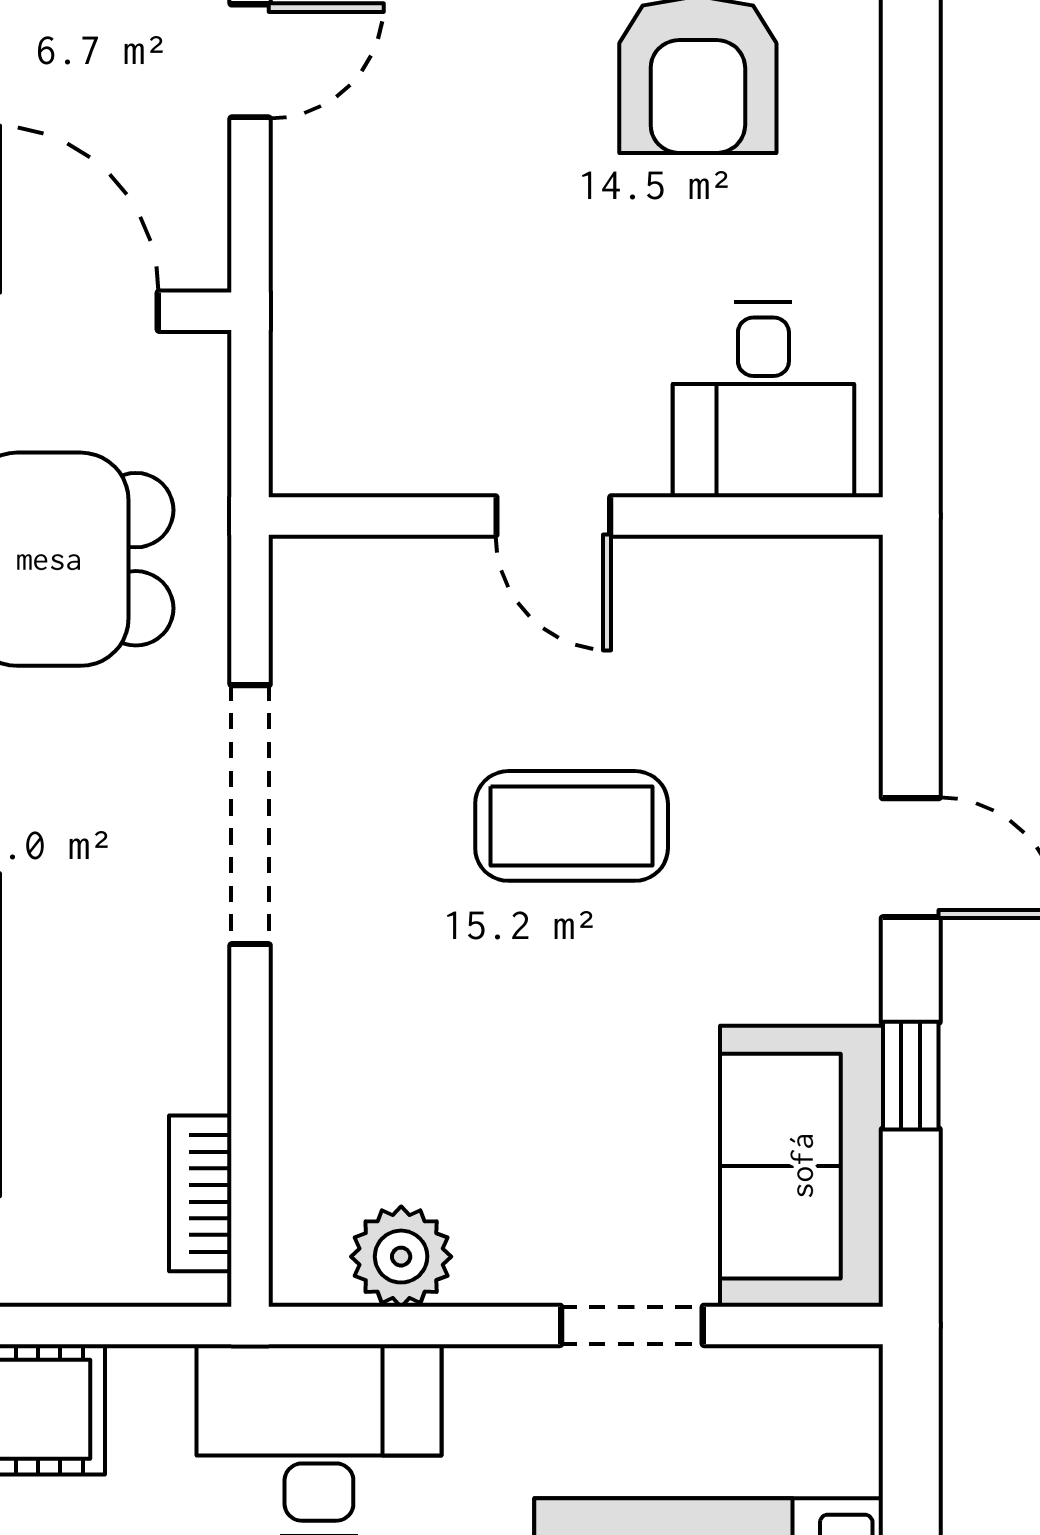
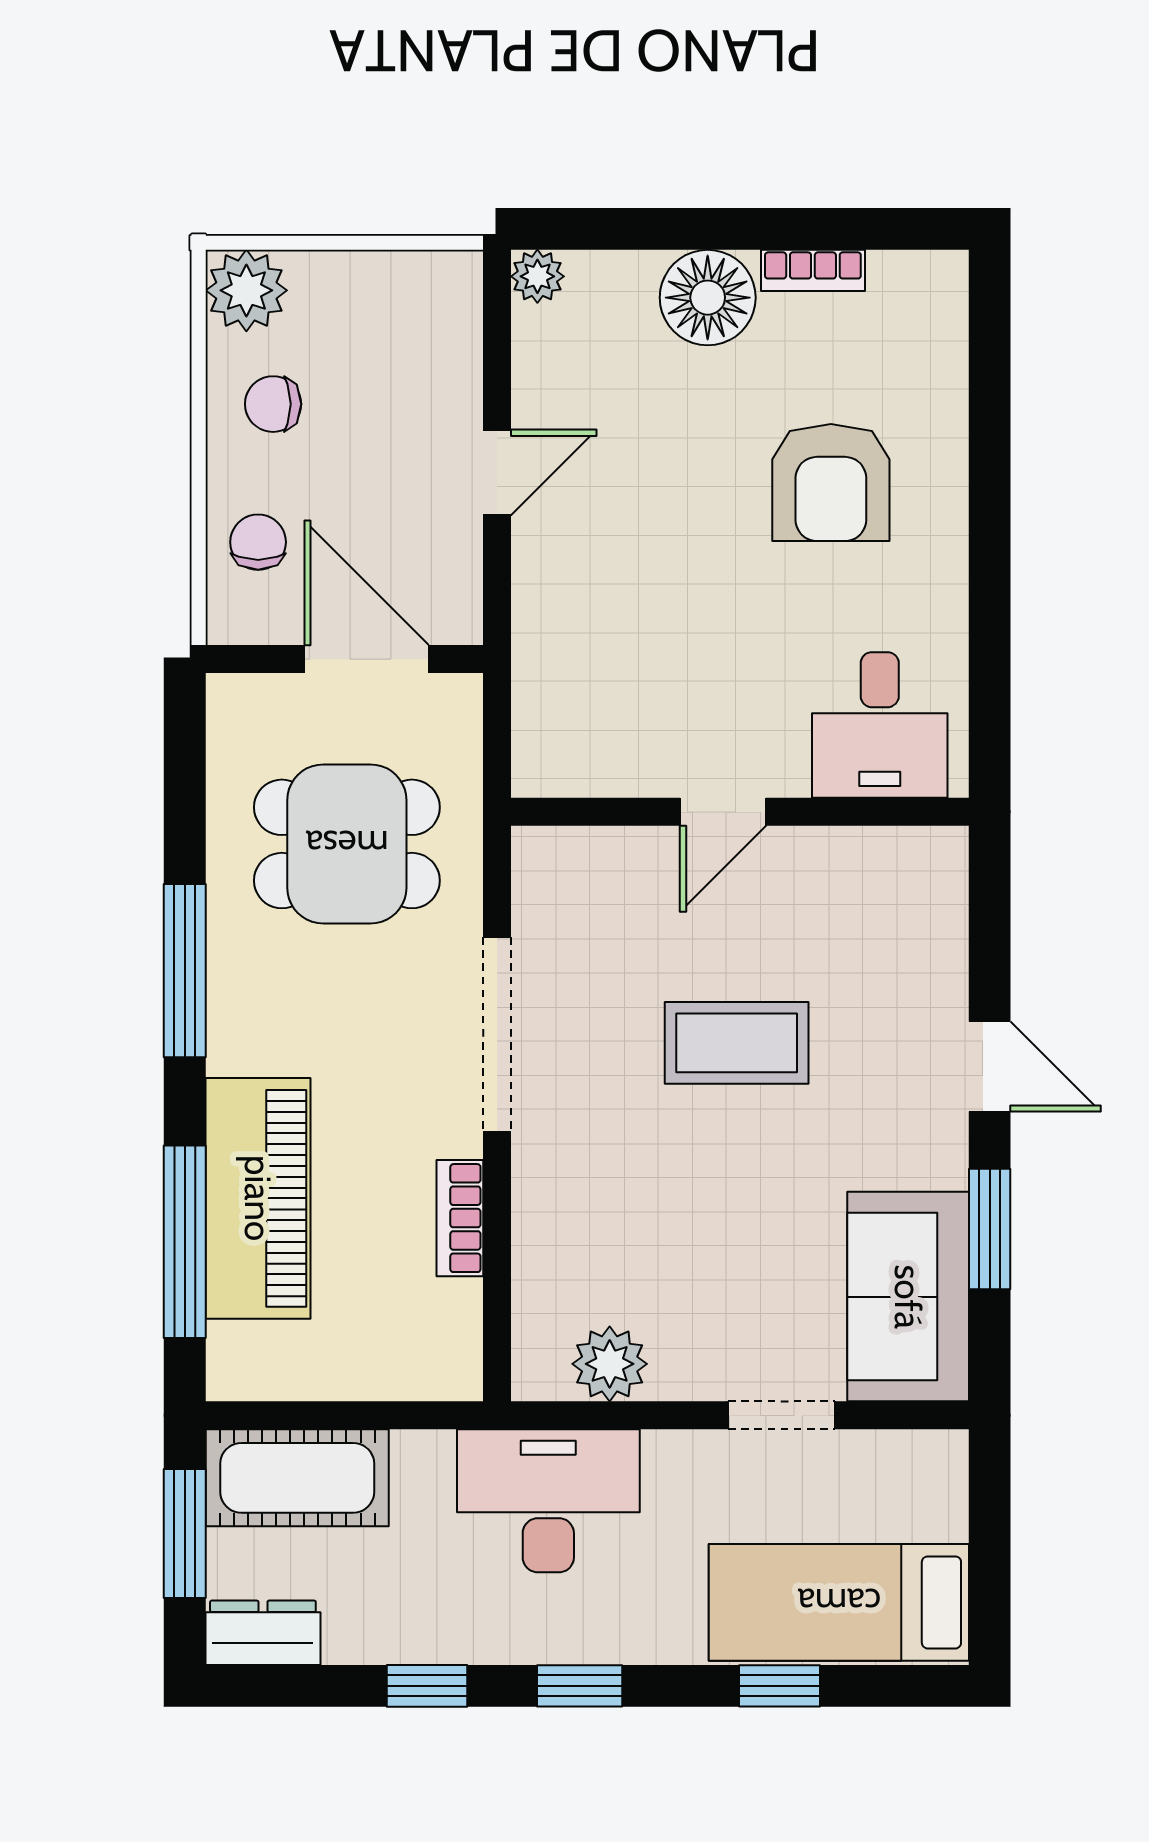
door: (553, 516) -> (723, 812), hinge flipped
window: (911, 1076) -> (990, 1229), width x1.50
bookcase: (200, 1193) -> (460, 1218), moved

